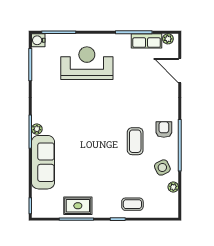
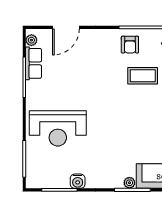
water cooler: (38, 40) -> (78, 181), moved
reception desk: (87, 63) -> (58, 128), turned -90
armchair: (164, 130) -> (130, 45), turned -90

